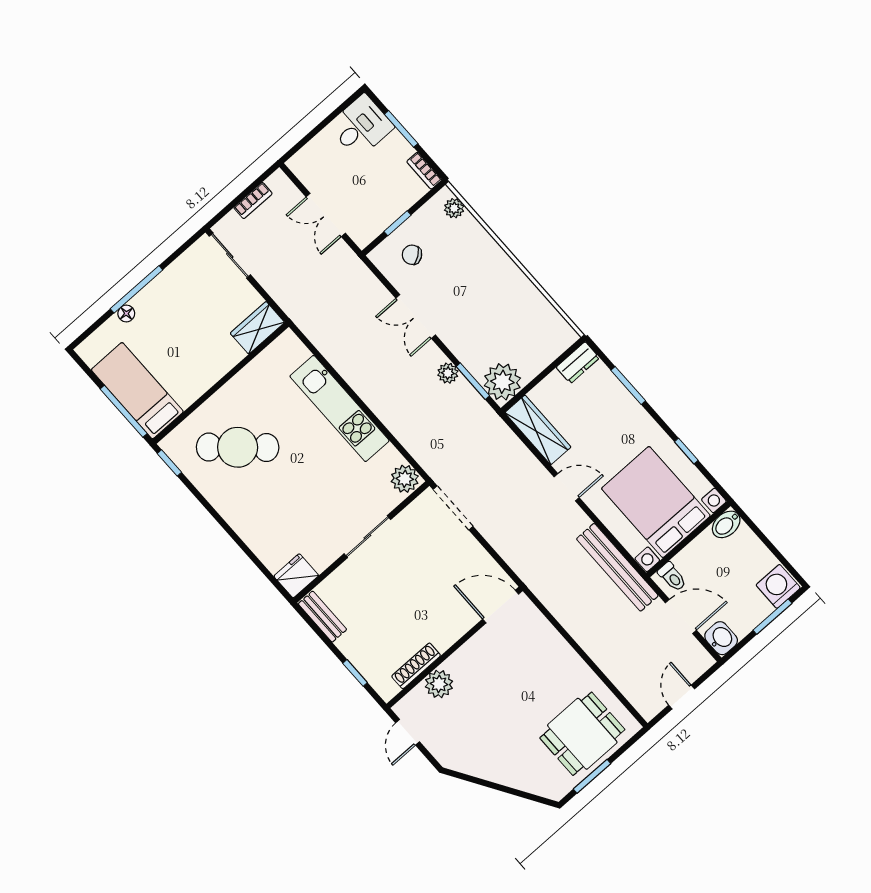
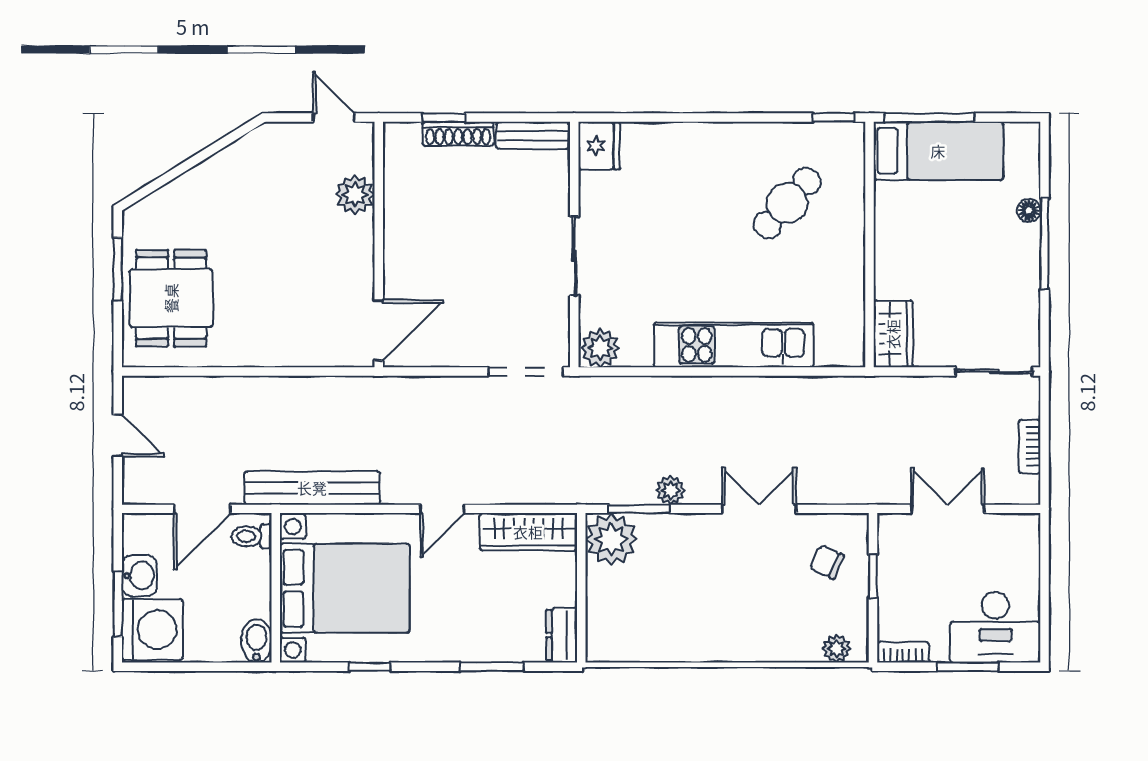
desk: (361, 126) -> (995, 627), width x1.37
chair: (412, 255) -> (827, 562), turned -120
cafe table: (238, 447) -> (787, 203), width x0.73, depth x0.74
washing machine: (778, 586) -> (152, 630), width x1.37, depth x1.37
washbasin: (721, 638) -> (140, 576), moved, turned -90
shoe rack: (416, 666) -> (458, 134), moved, turned 90

